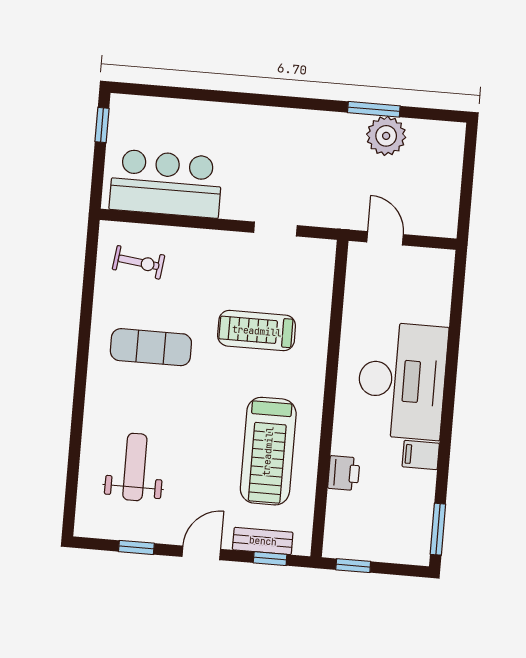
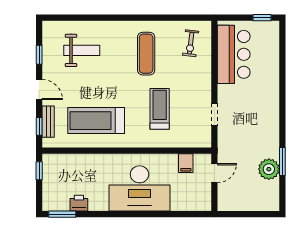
filing cabinet: (421, 455) -> (186, 163), moved, turned 180
printer: (344, 473) -> (79, 203), moved, turned 180

